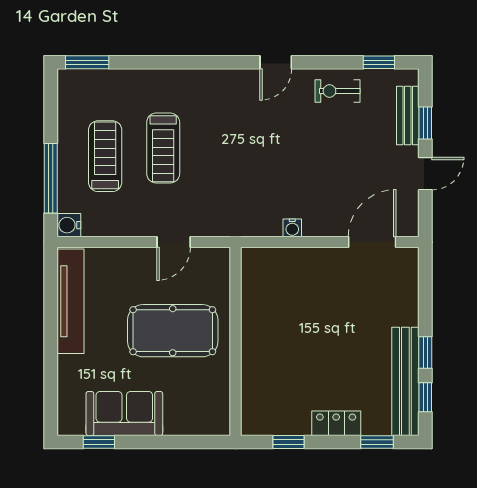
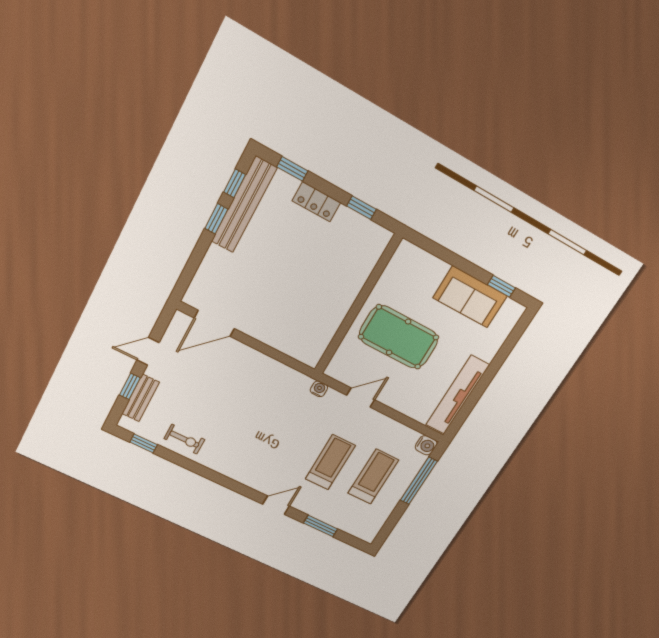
window: (87, 62) -> (321, 526), moved
door: (276, 62) -> (276, 505), moved
treadmill: (105, 156) -> (373, 477), turned 180
water cooler: (292, 228) -> (319, 389), moved

